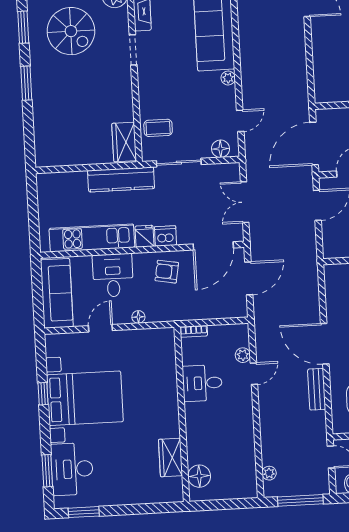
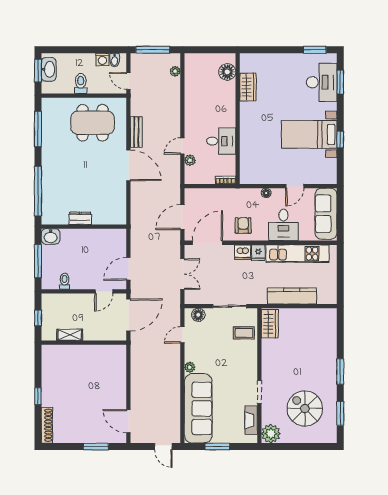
kitchen counter: (121, 179) -> (292, 296), moved
armchair: (167, 272) -> (243, 226), turned -100
bed with nightstands: (85, 398) -> (309, 134), width x0.73

